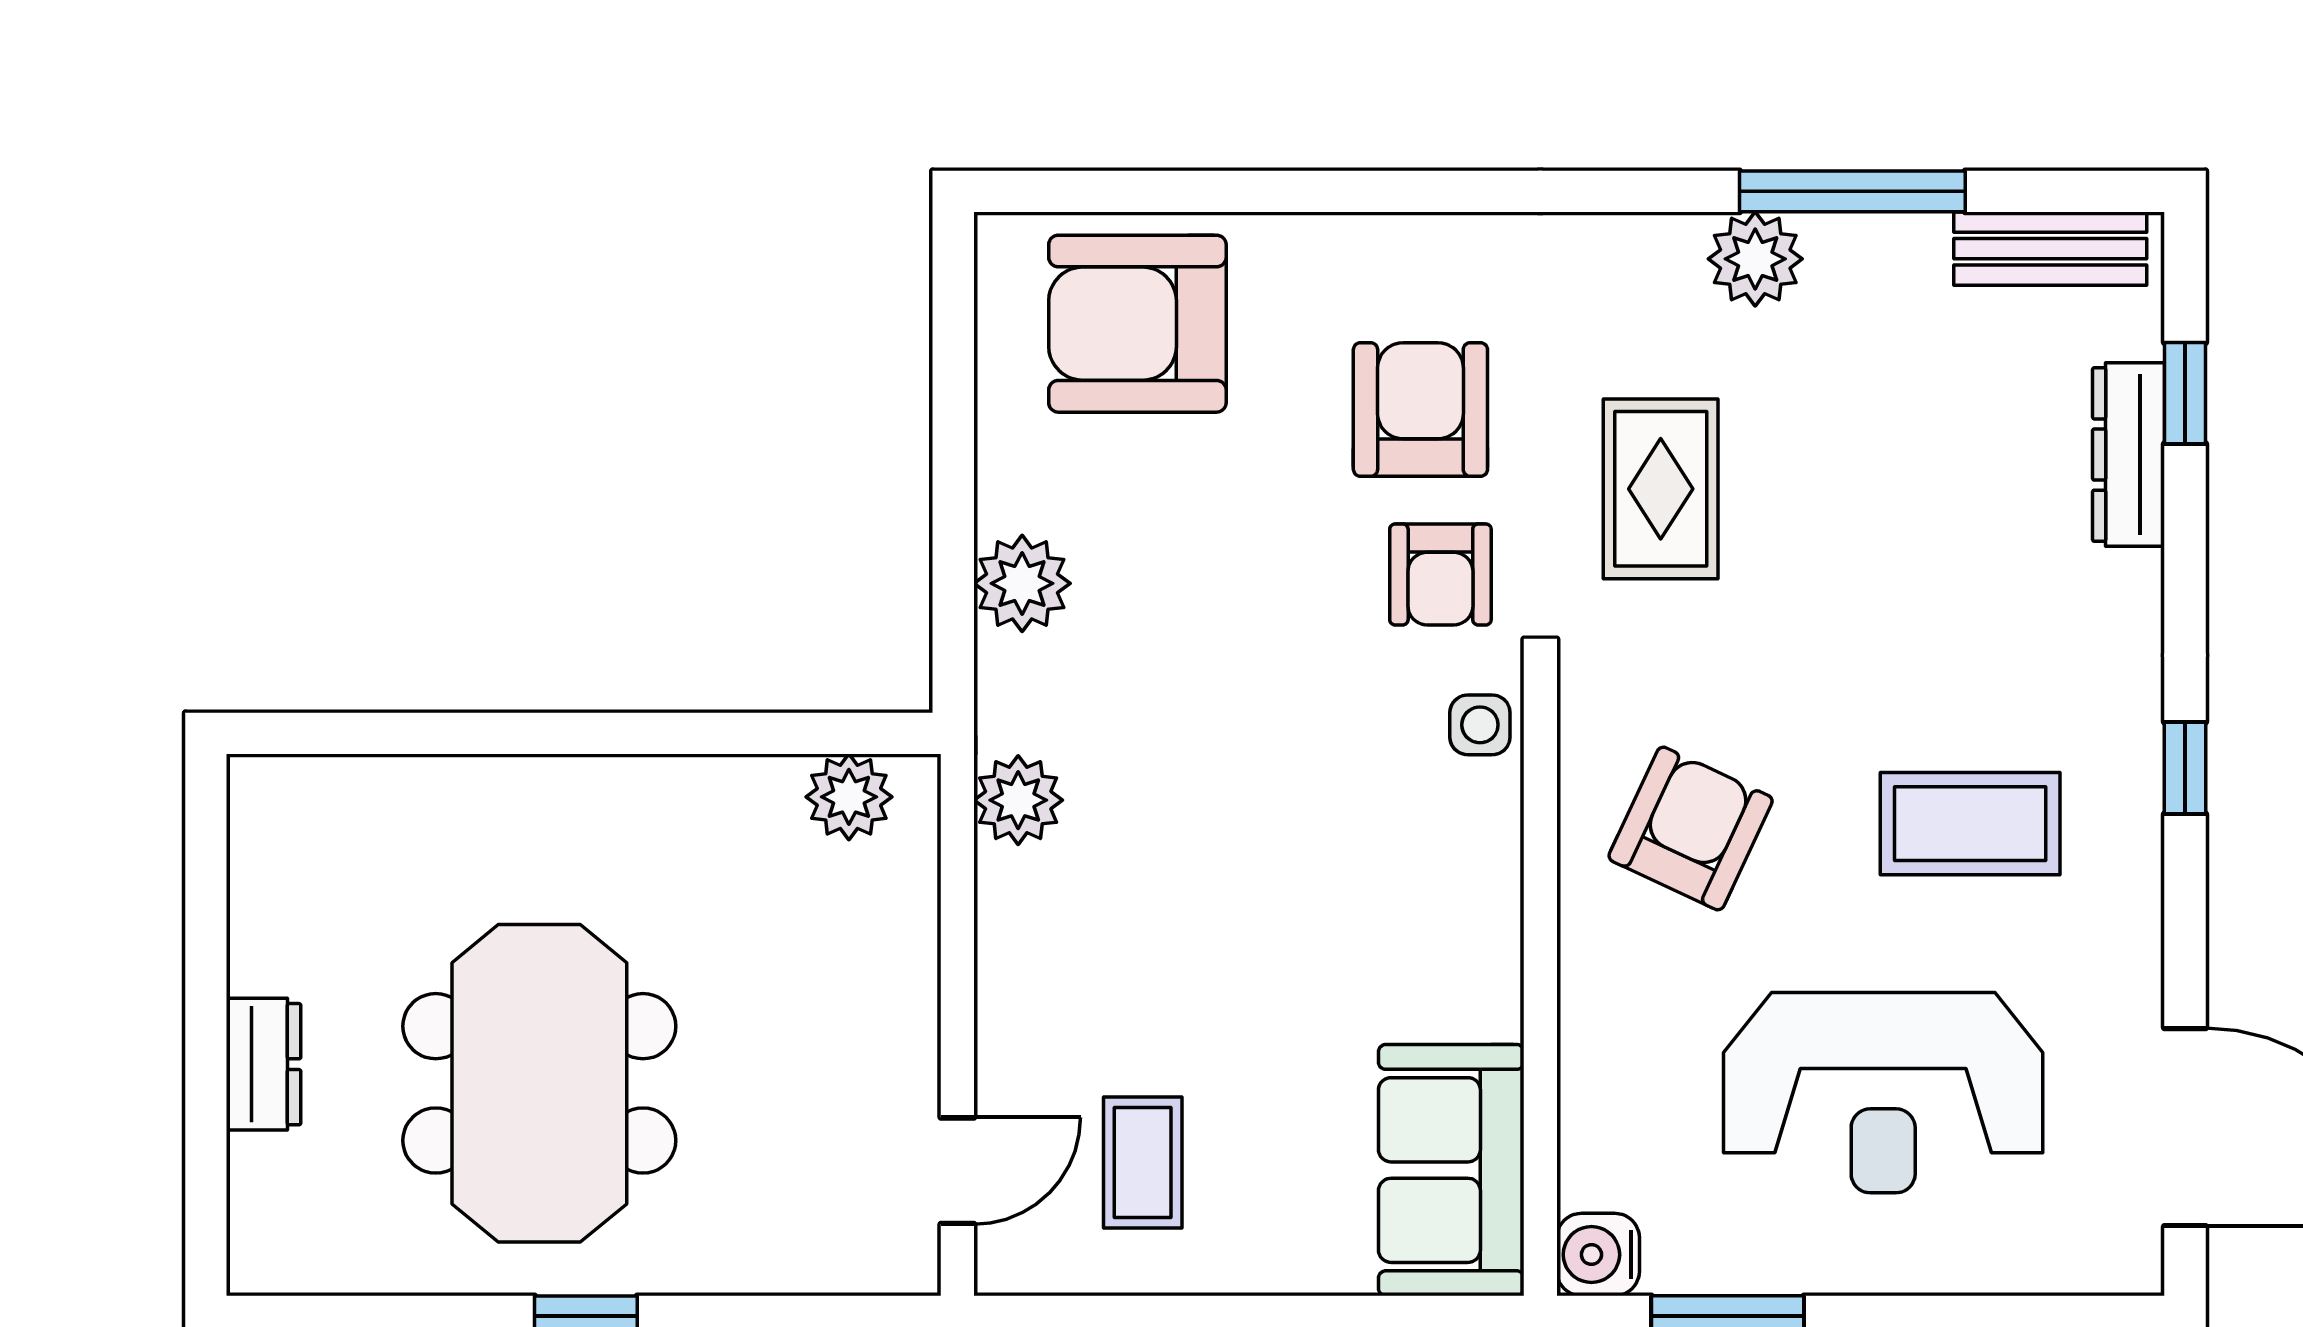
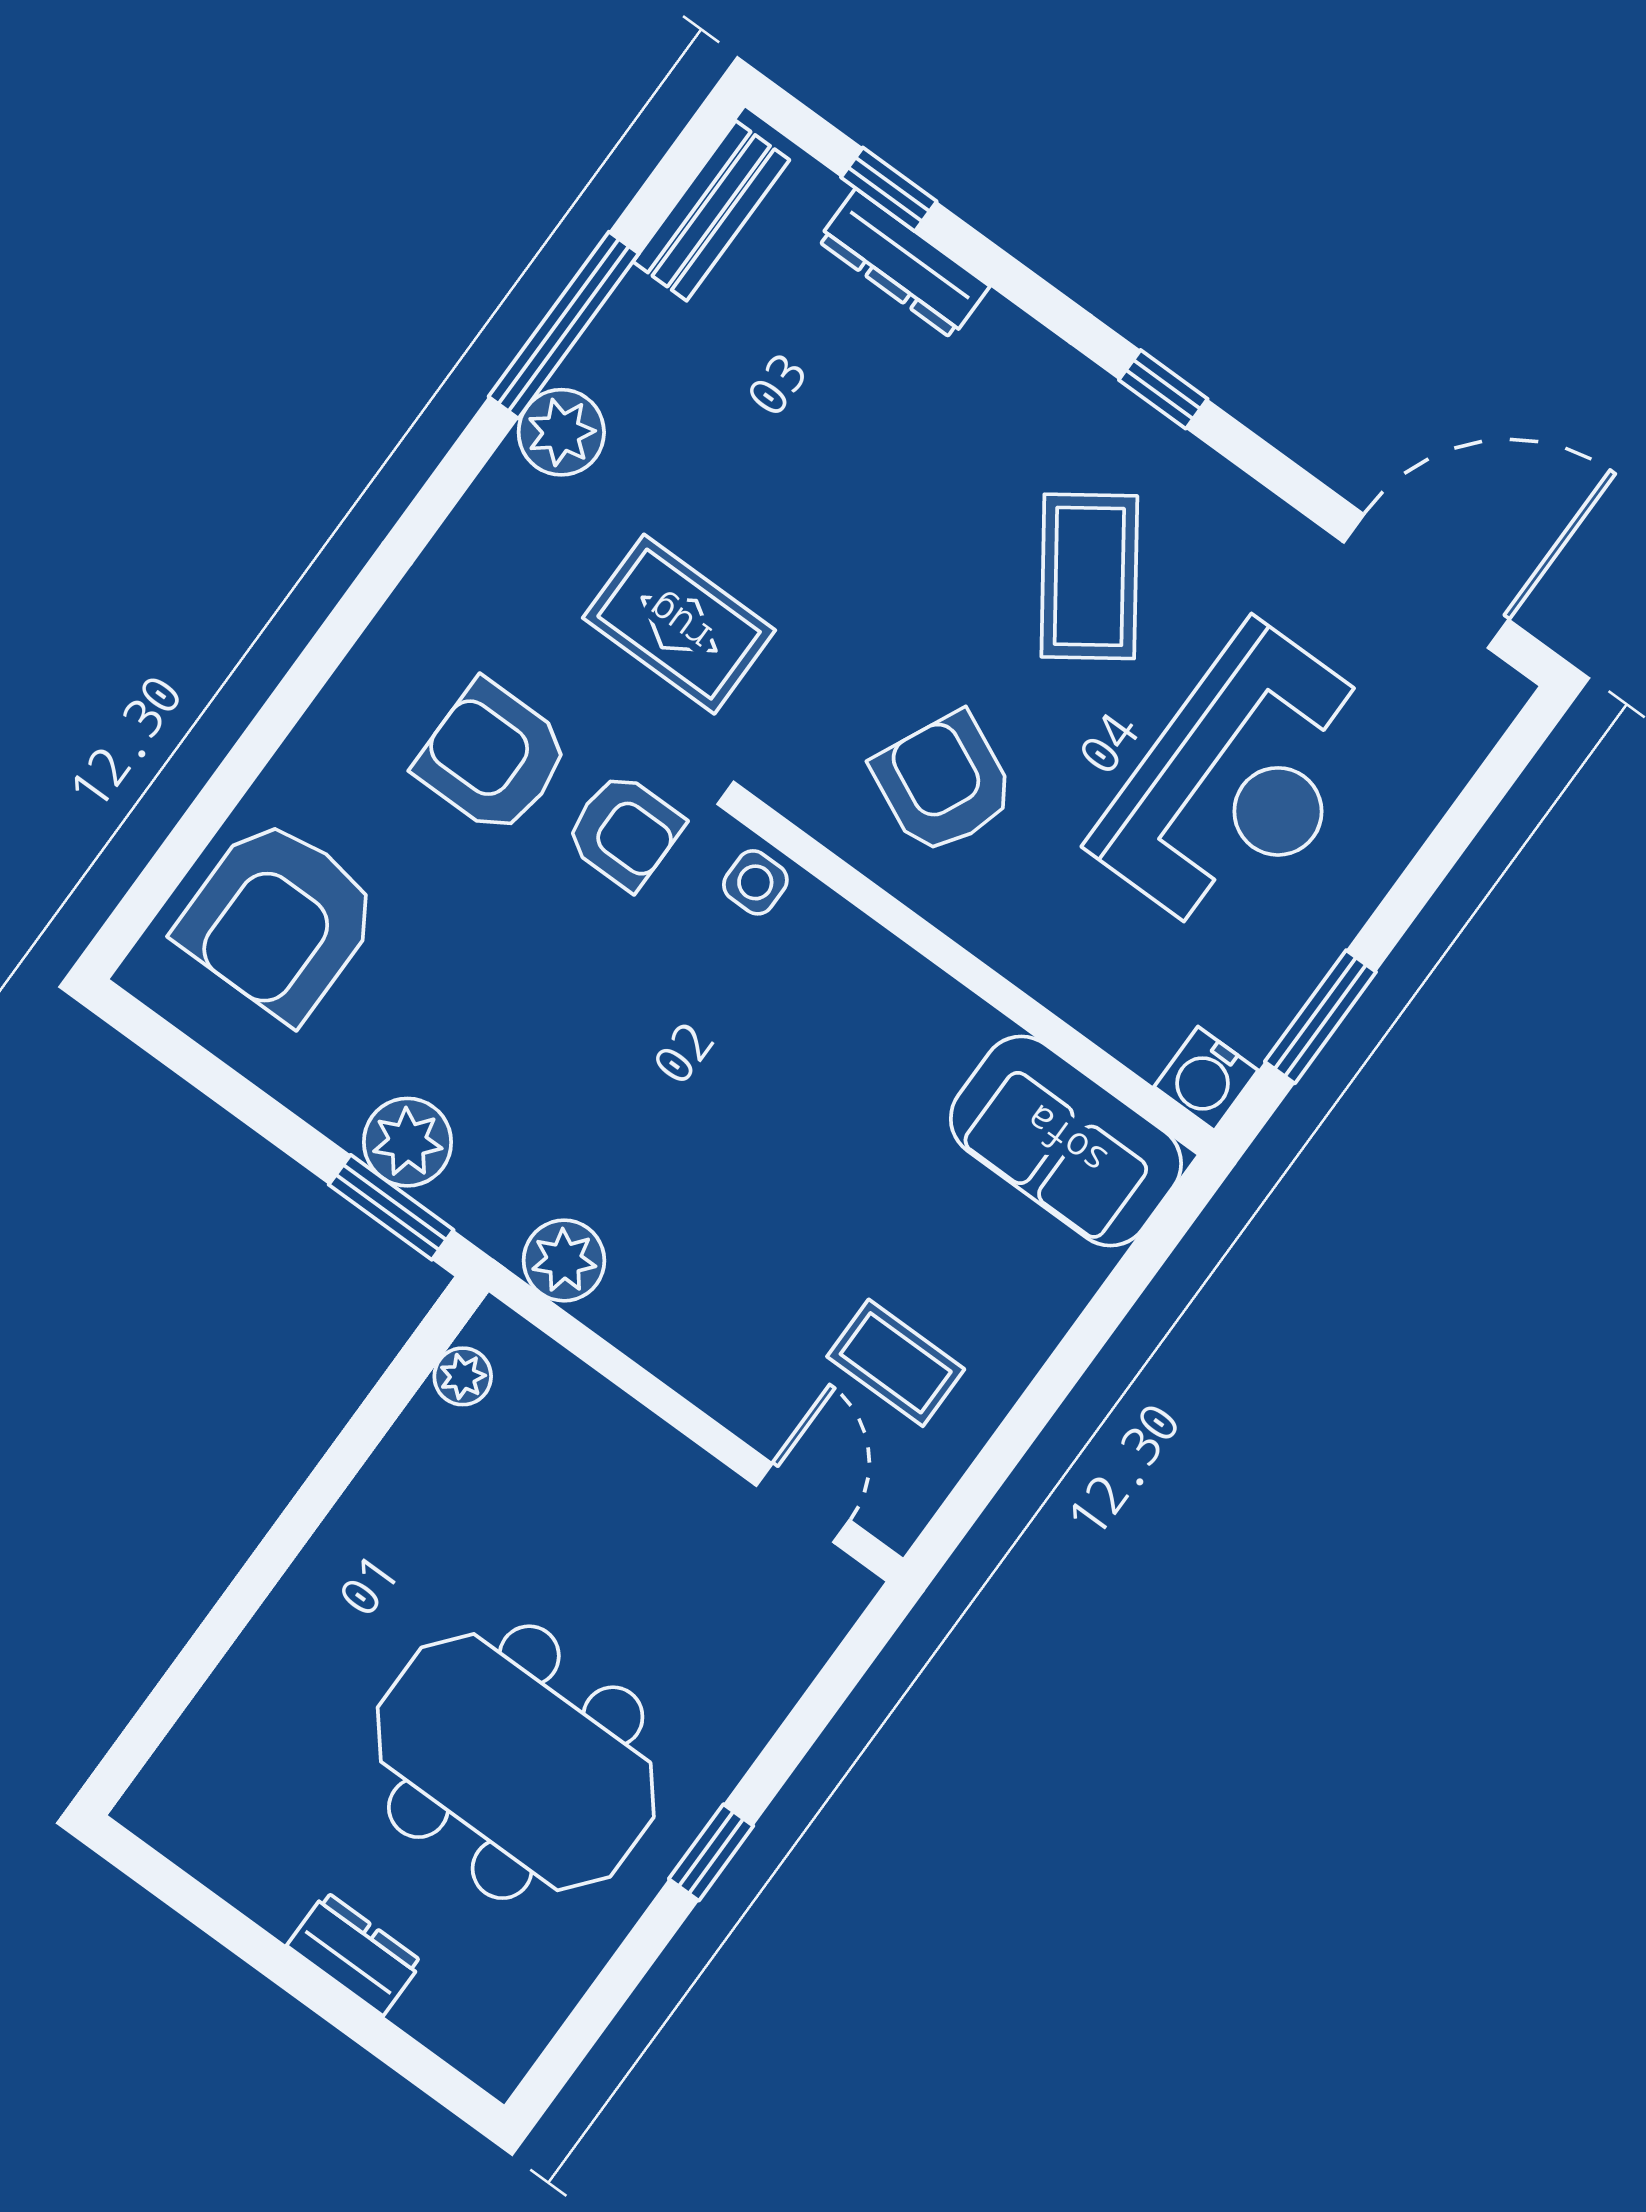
window: (953, 611) -> (391, 1207), added
plant: (849, 797) -> (463, 1376), width x0.73, depth x0.73
coffee table: (1970, 824) -> (1089, 576), turned -35

